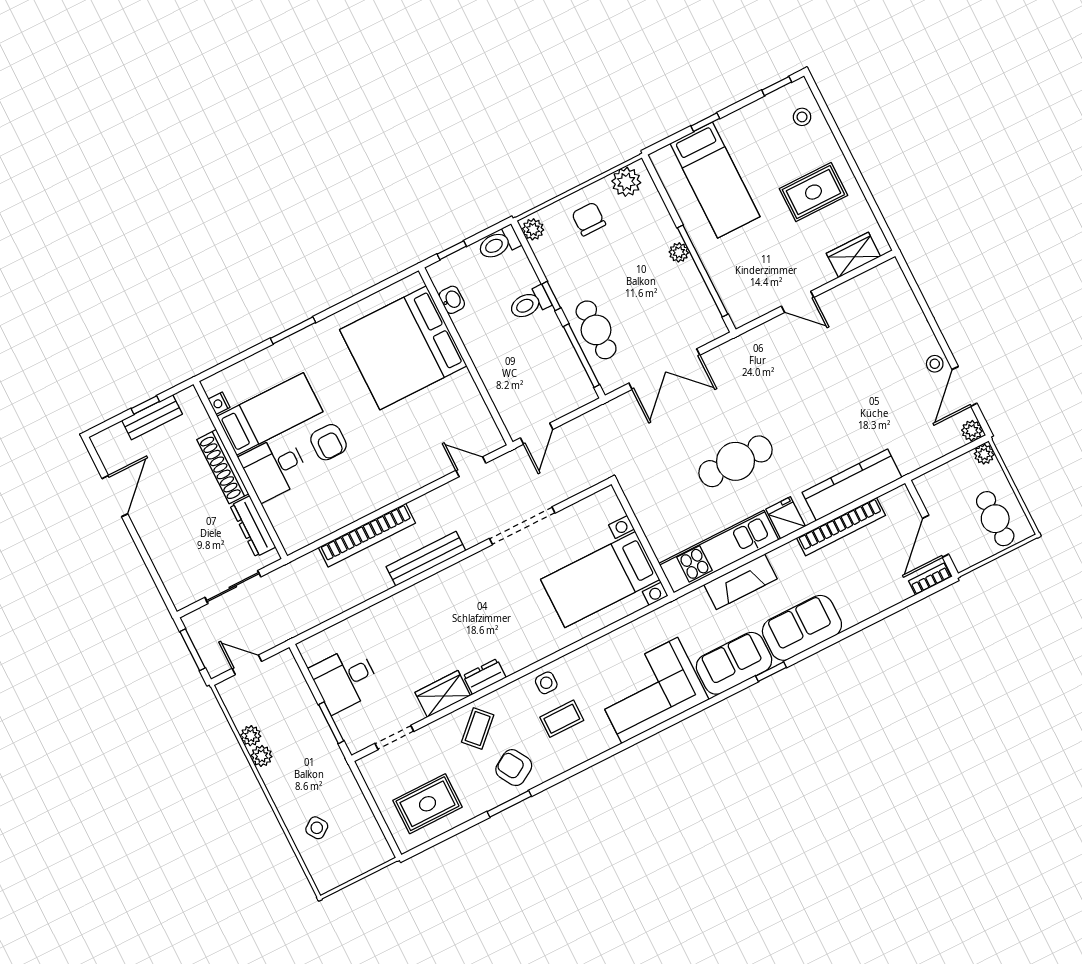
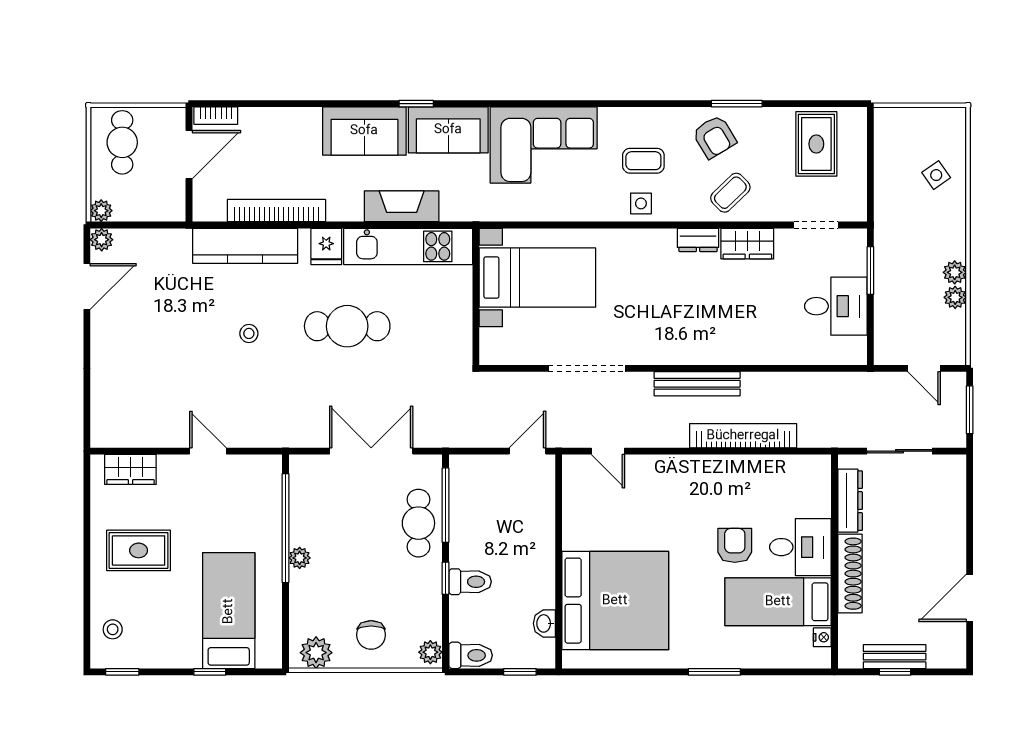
stool: (935, 364) -> (249, 333), moved
rug: (428, 804) -> (816, 144), turned 90

